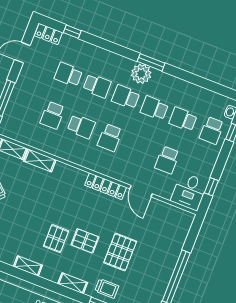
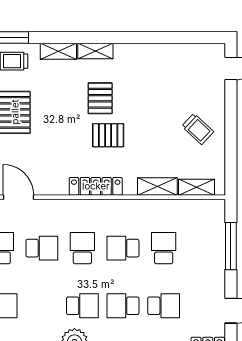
school desk: (154, 108) -> (42, 248), moved
locker: (106, 186) -> (96, 186), moved
pallet: (85, 241) -> (108, 135), moved
shelving: (28, 266) -> (95, 51), moved

